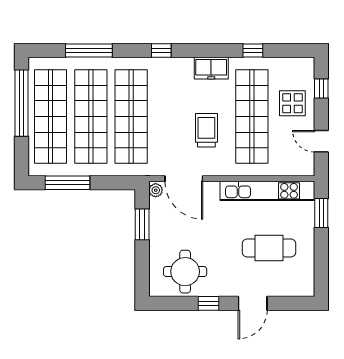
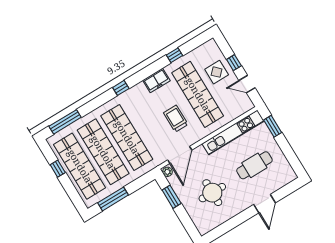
window: (89, 50) -> (65, 122), moved
window: (321, 89) -> (234, 63), moved
window: (21, 103) -> (58, 169), width x0.32
door: (184, 179) -> (180, 155), hinge flipped
round table: (185, 272) -> (212, 193), moved
window: (208, 303) -> (239, 219), removed

